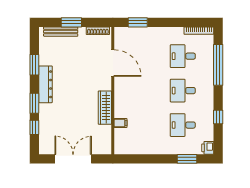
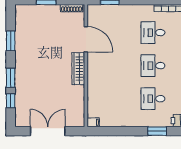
bench: (61, 32) -> (36, 9), removed
dresser: (46, 84) -> (21, 60), removed
wardrobe: (105, 108) -> (78, 69), moved
filing cabinet: (120, 123) -> (93, 122), moved

